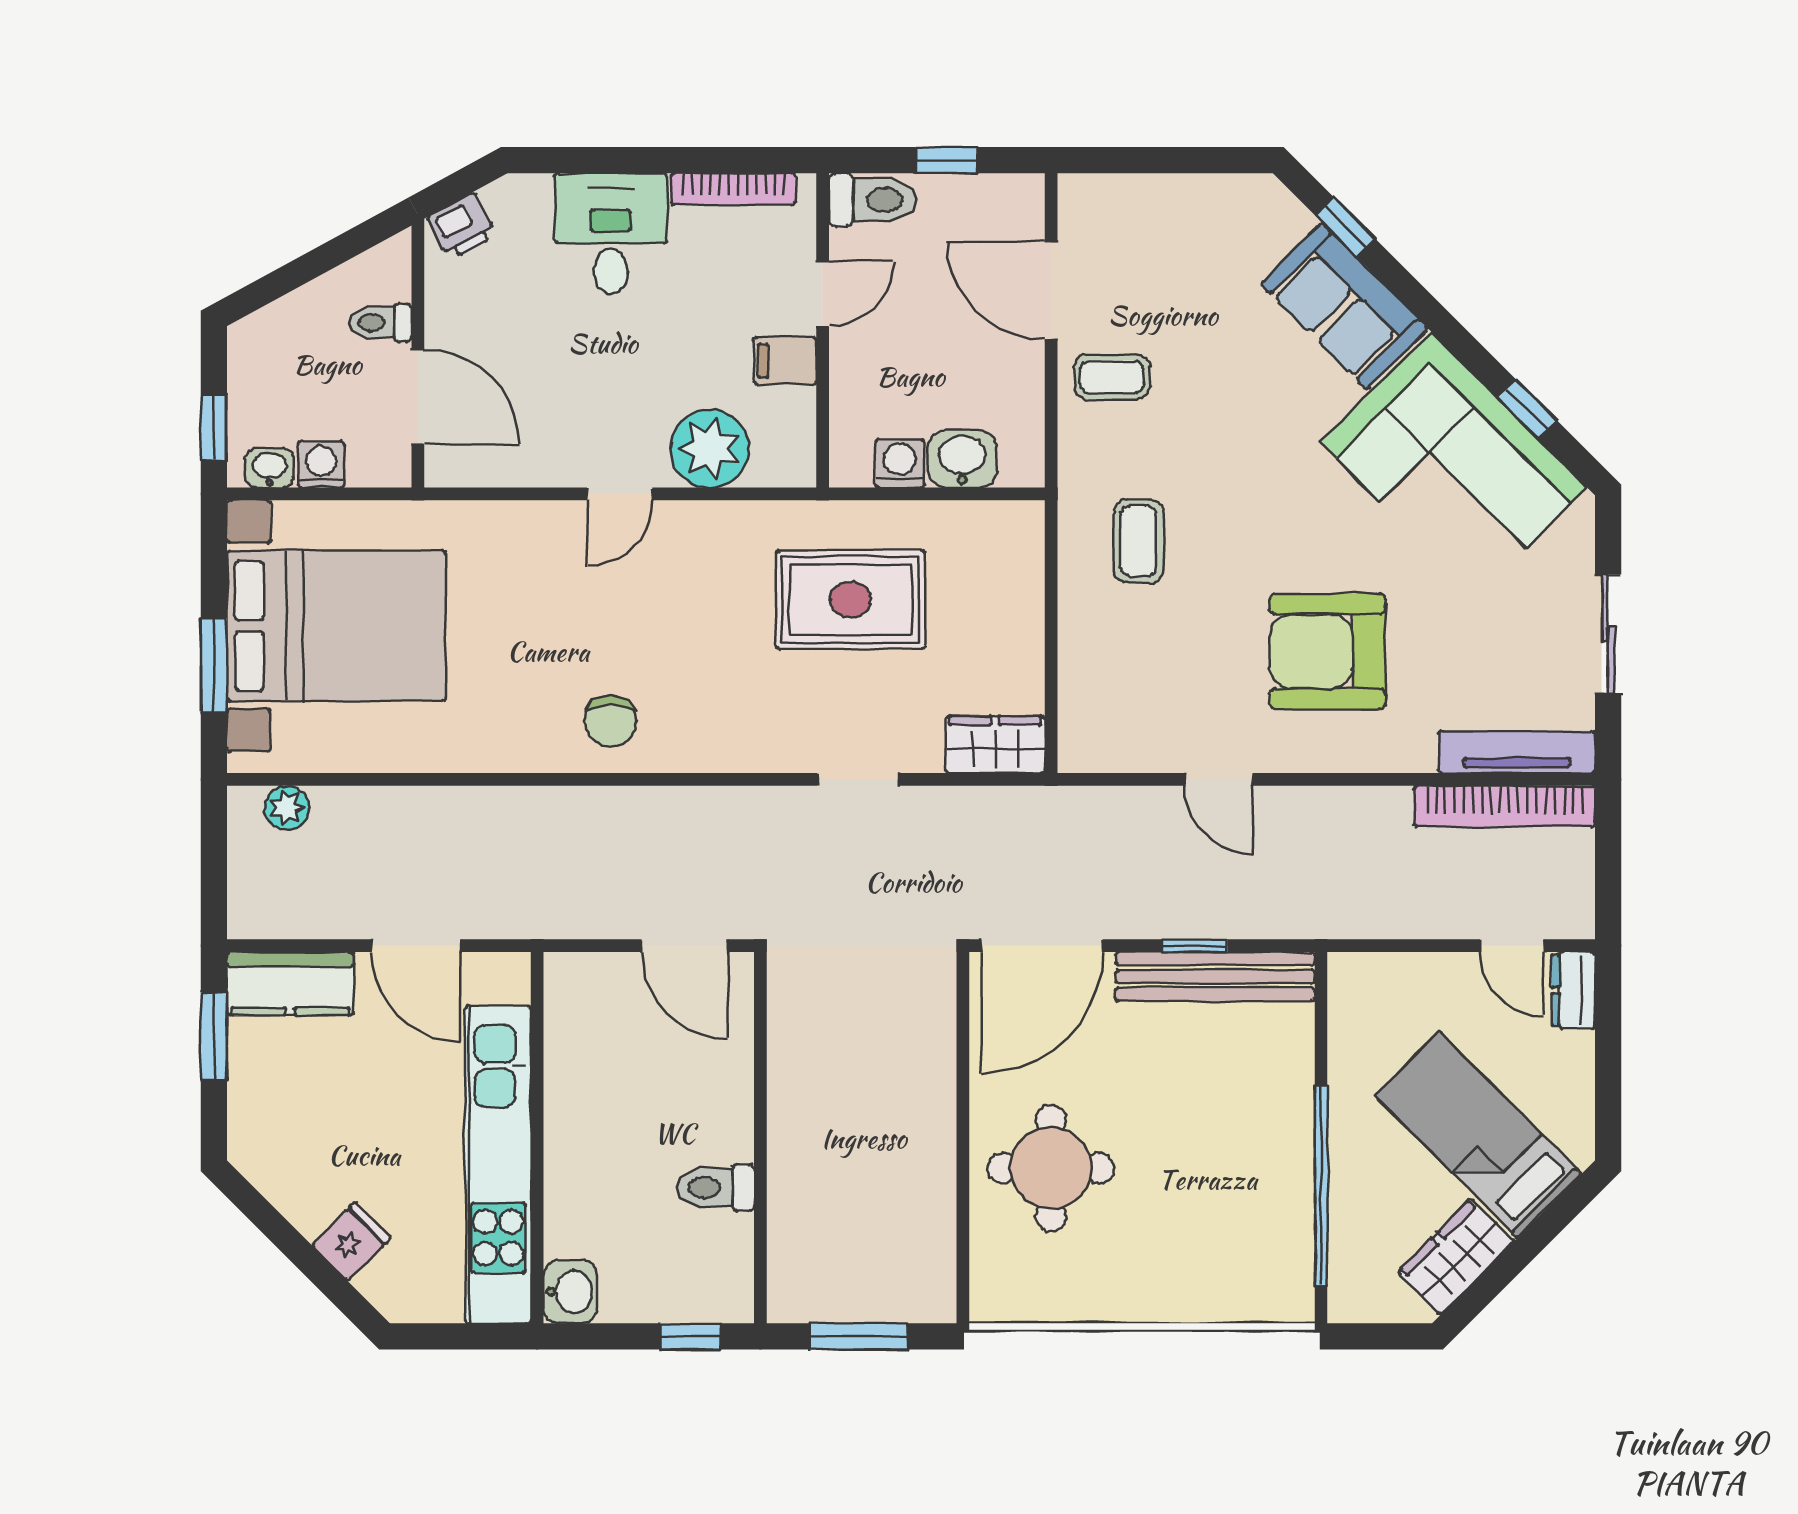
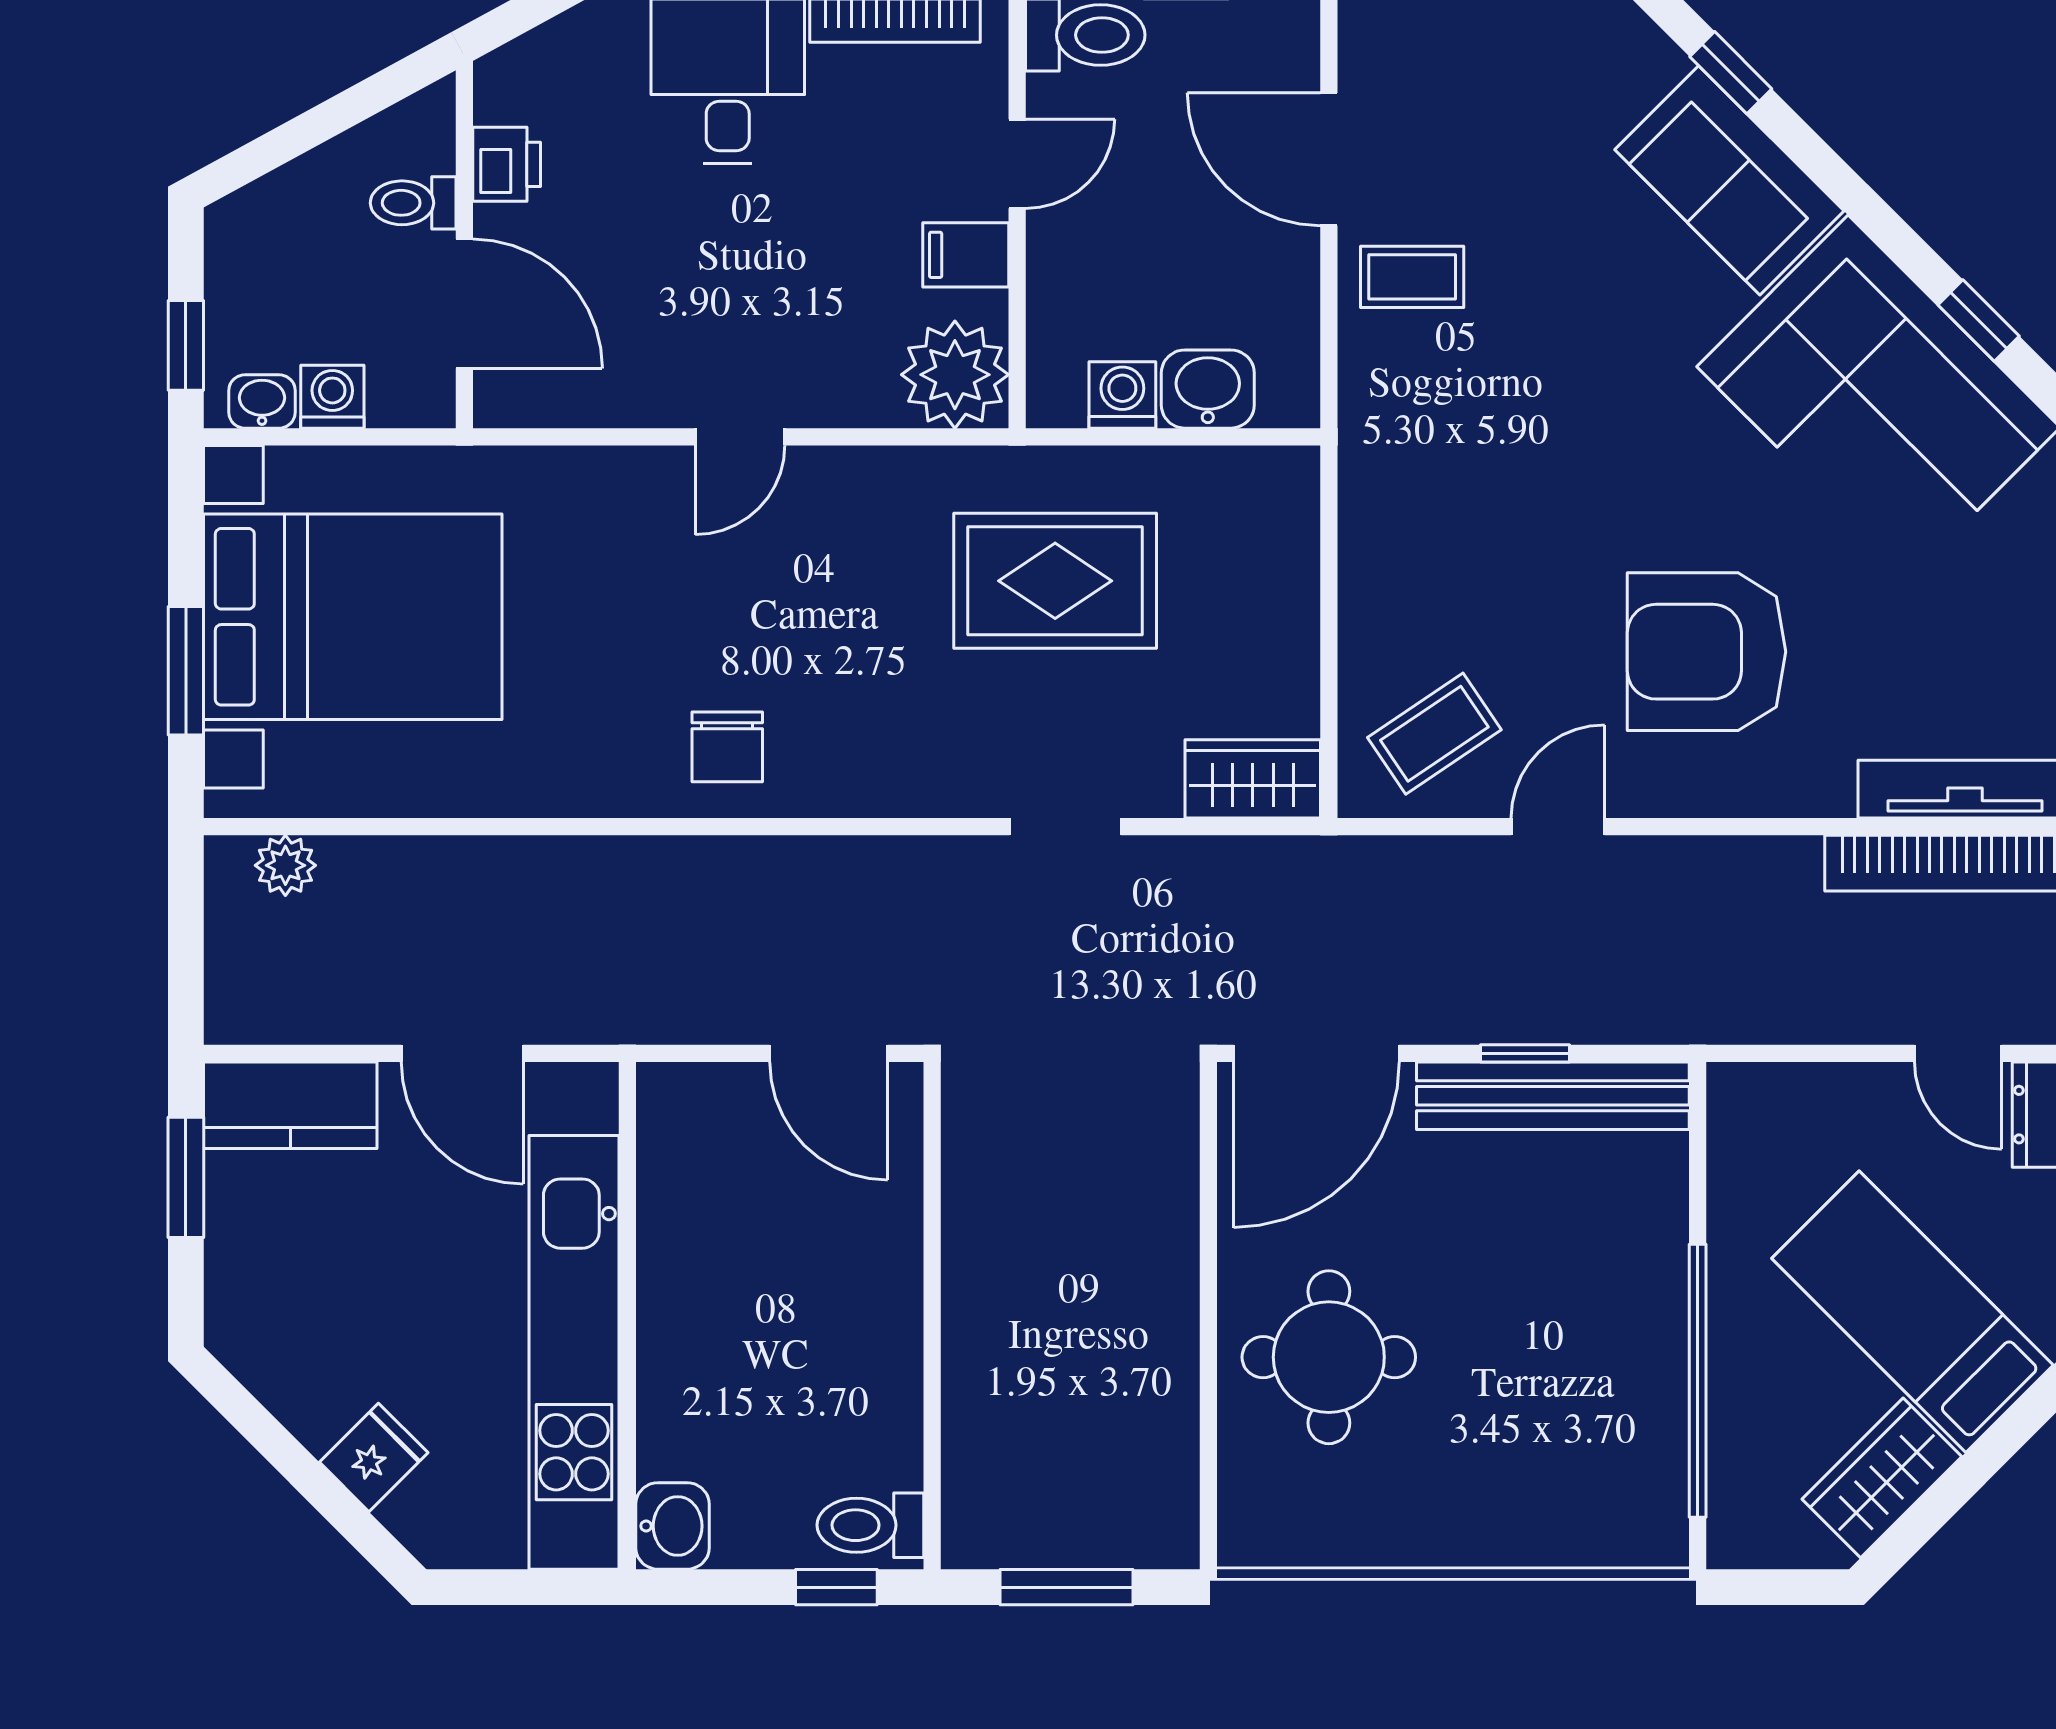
printer: (462, 226) -> (507, 164), moved, turned -61
plant: (710, 448) -> (955, 375), moved
coffee table: (1138, 541) -> (1434, 734), moved, turned 56
door: (1219, 779) -> (1558, 827), swing flipped
toilet: (715, 1188) -> (870, 1525), moved

